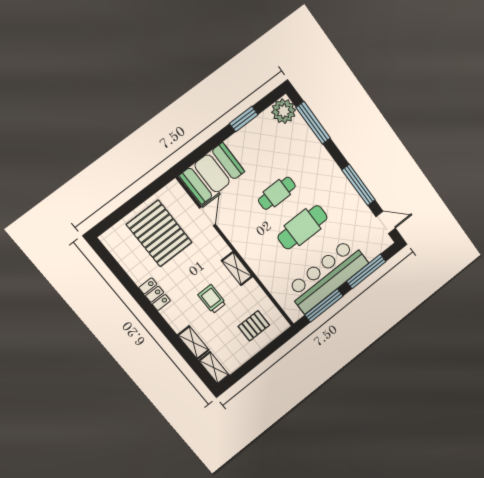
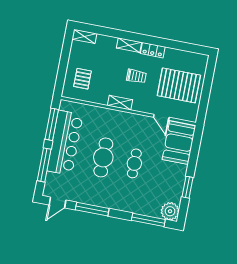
trolley: (212, 299) -> (136, 76), moved
shelving: (193, 343) -> (129, 45), moved

